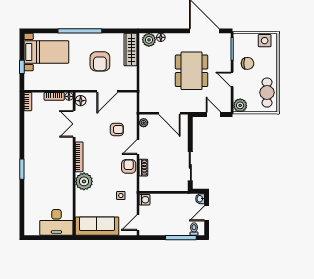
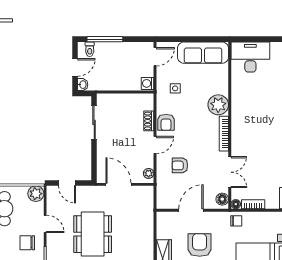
chair: (69, 82) -> (236, 221), added

